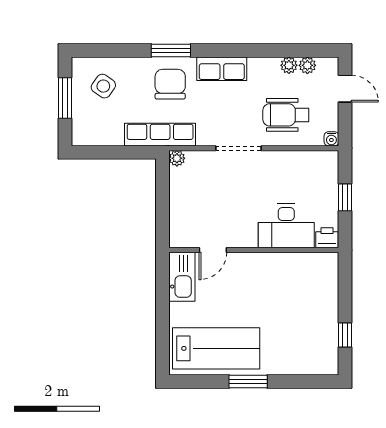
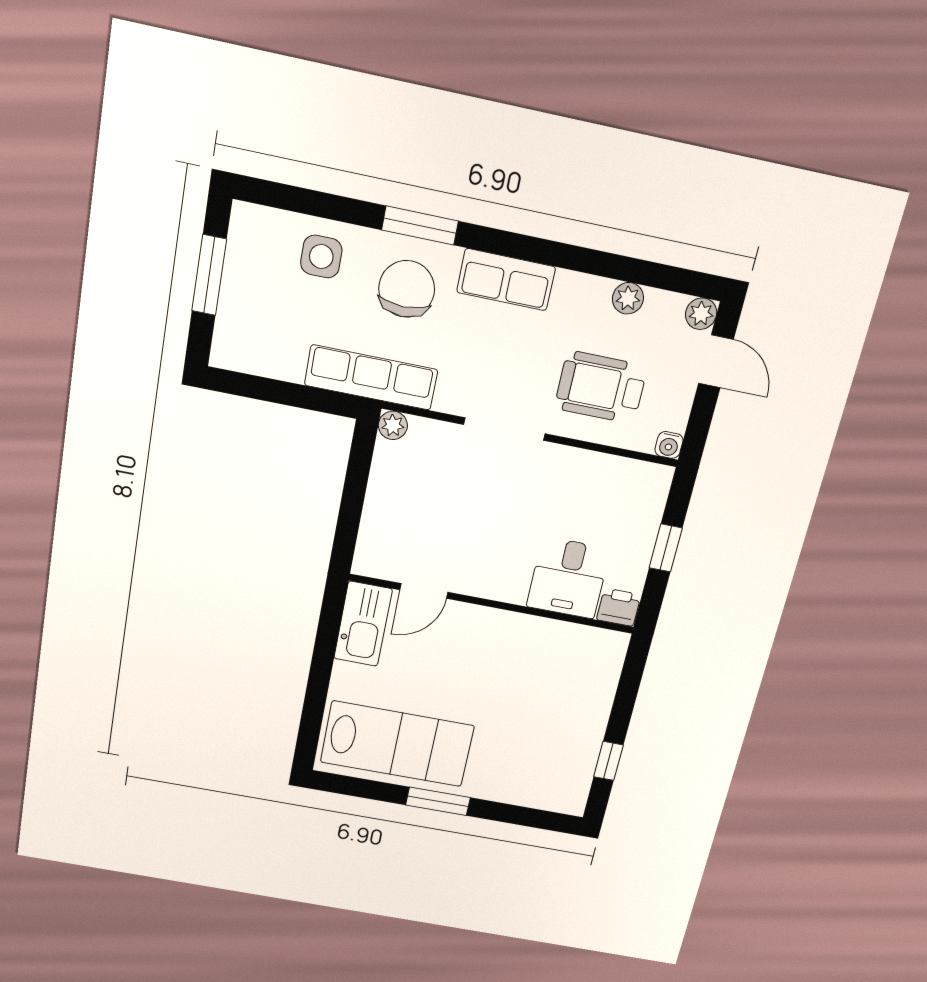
plant: (307, 65) -> (701, 314), moved
side table: (103, 86) -> (321, 257), moved, turned -35
desk: (286, 226) -> (568, 578), width x0.73

